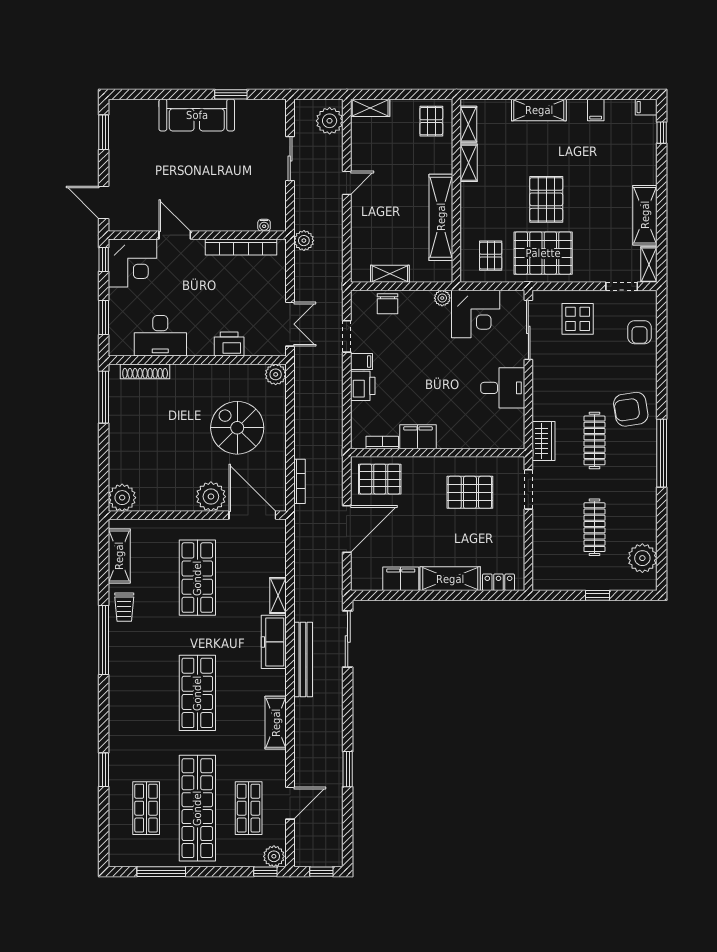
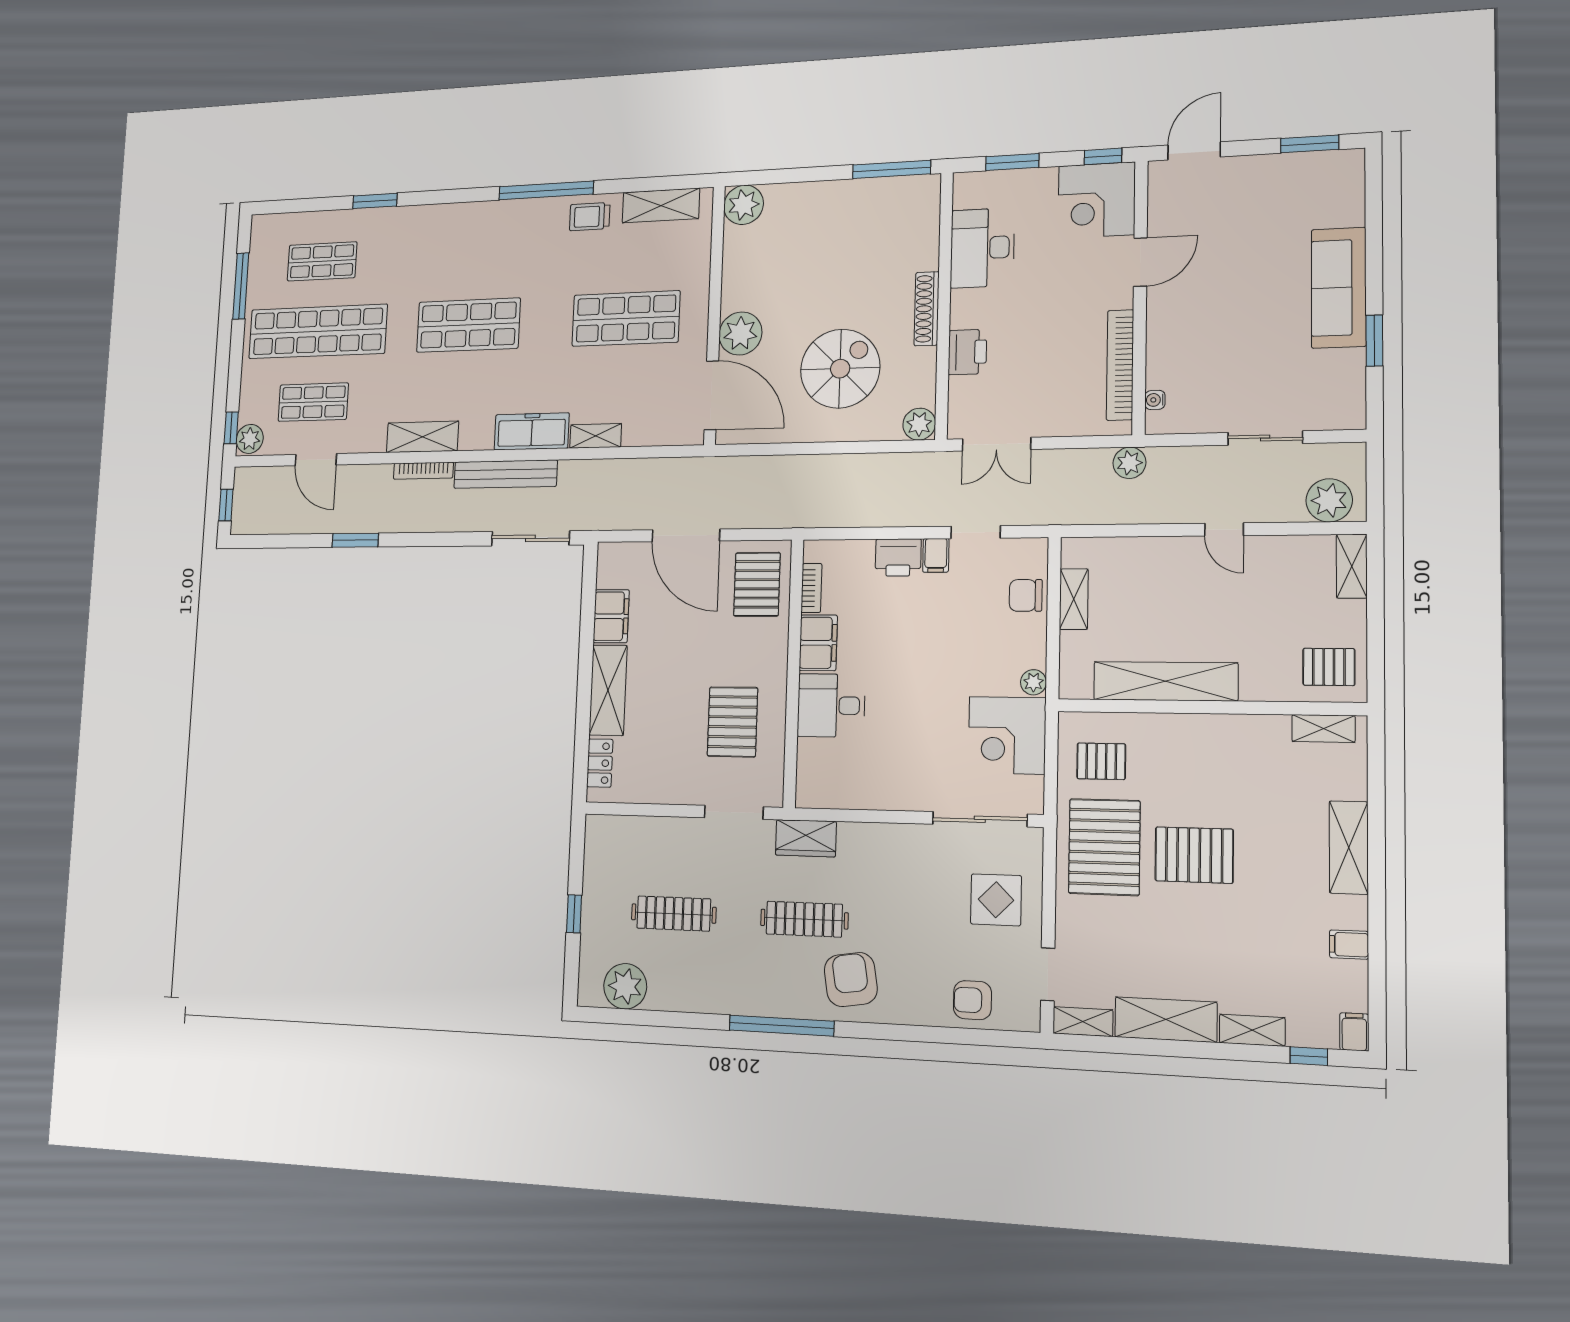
shelving: (469, 163) -> (1252, 1030), moved
shoe rack: (145, 371) -> (927, 309), moved
desk: (503, 388) -> (831, 705), moved, turned 90
bookcase: (299, 481) -> (423, 471), moved
door: (252, 515) -> (711, 395), hinge flipped

